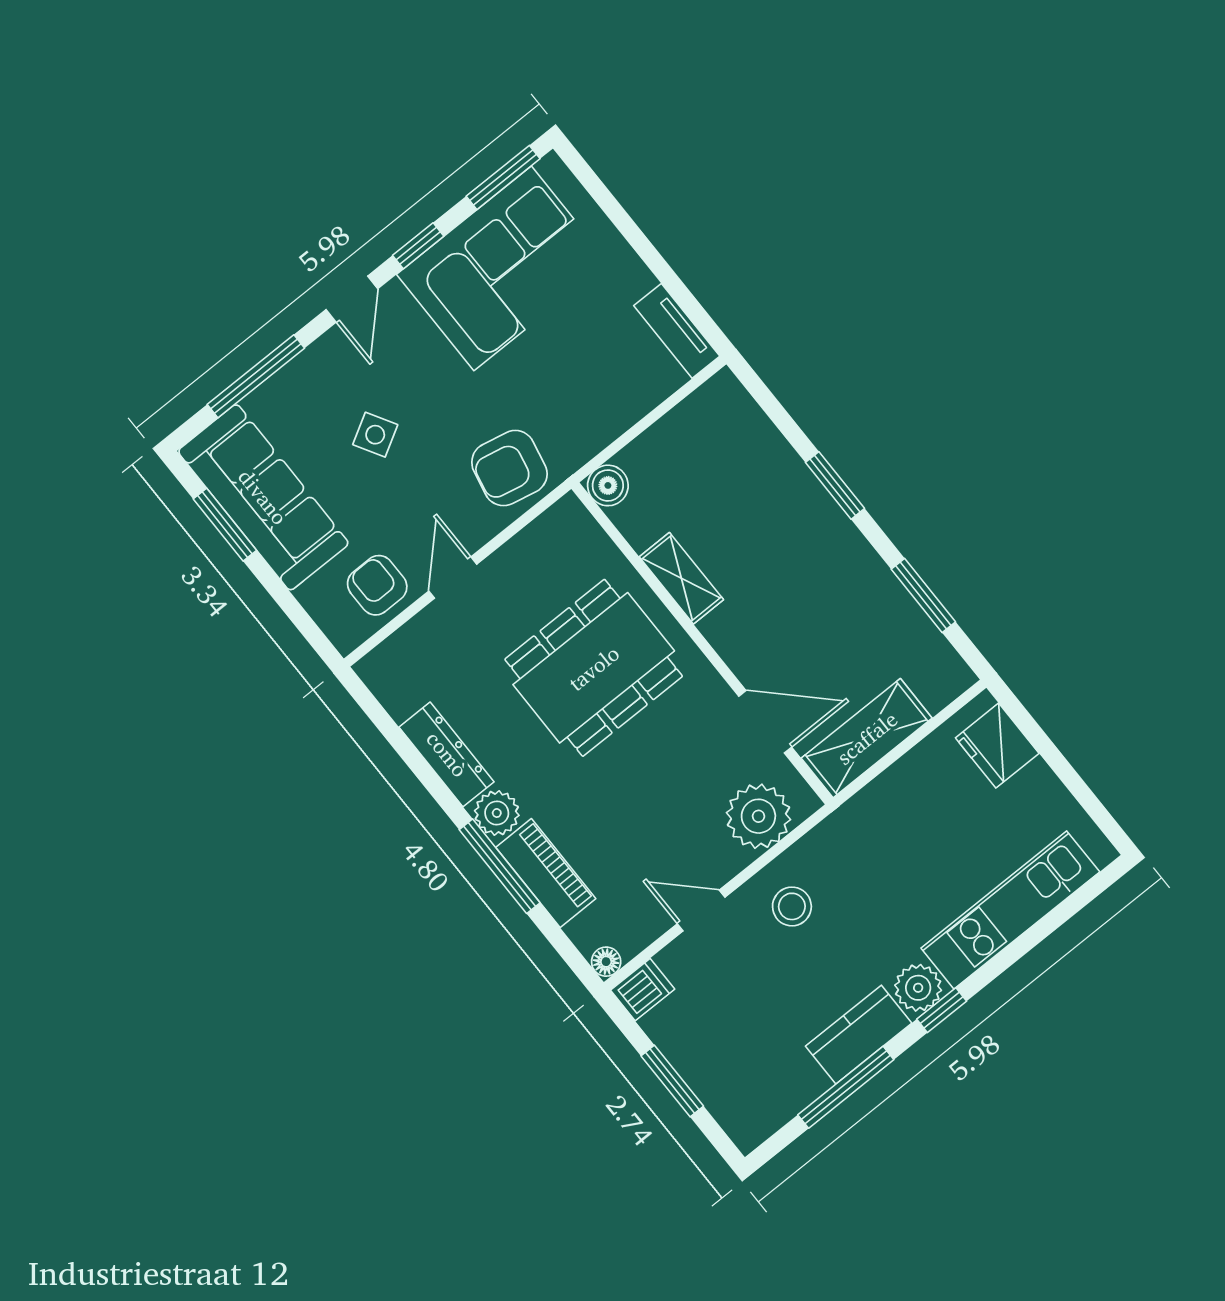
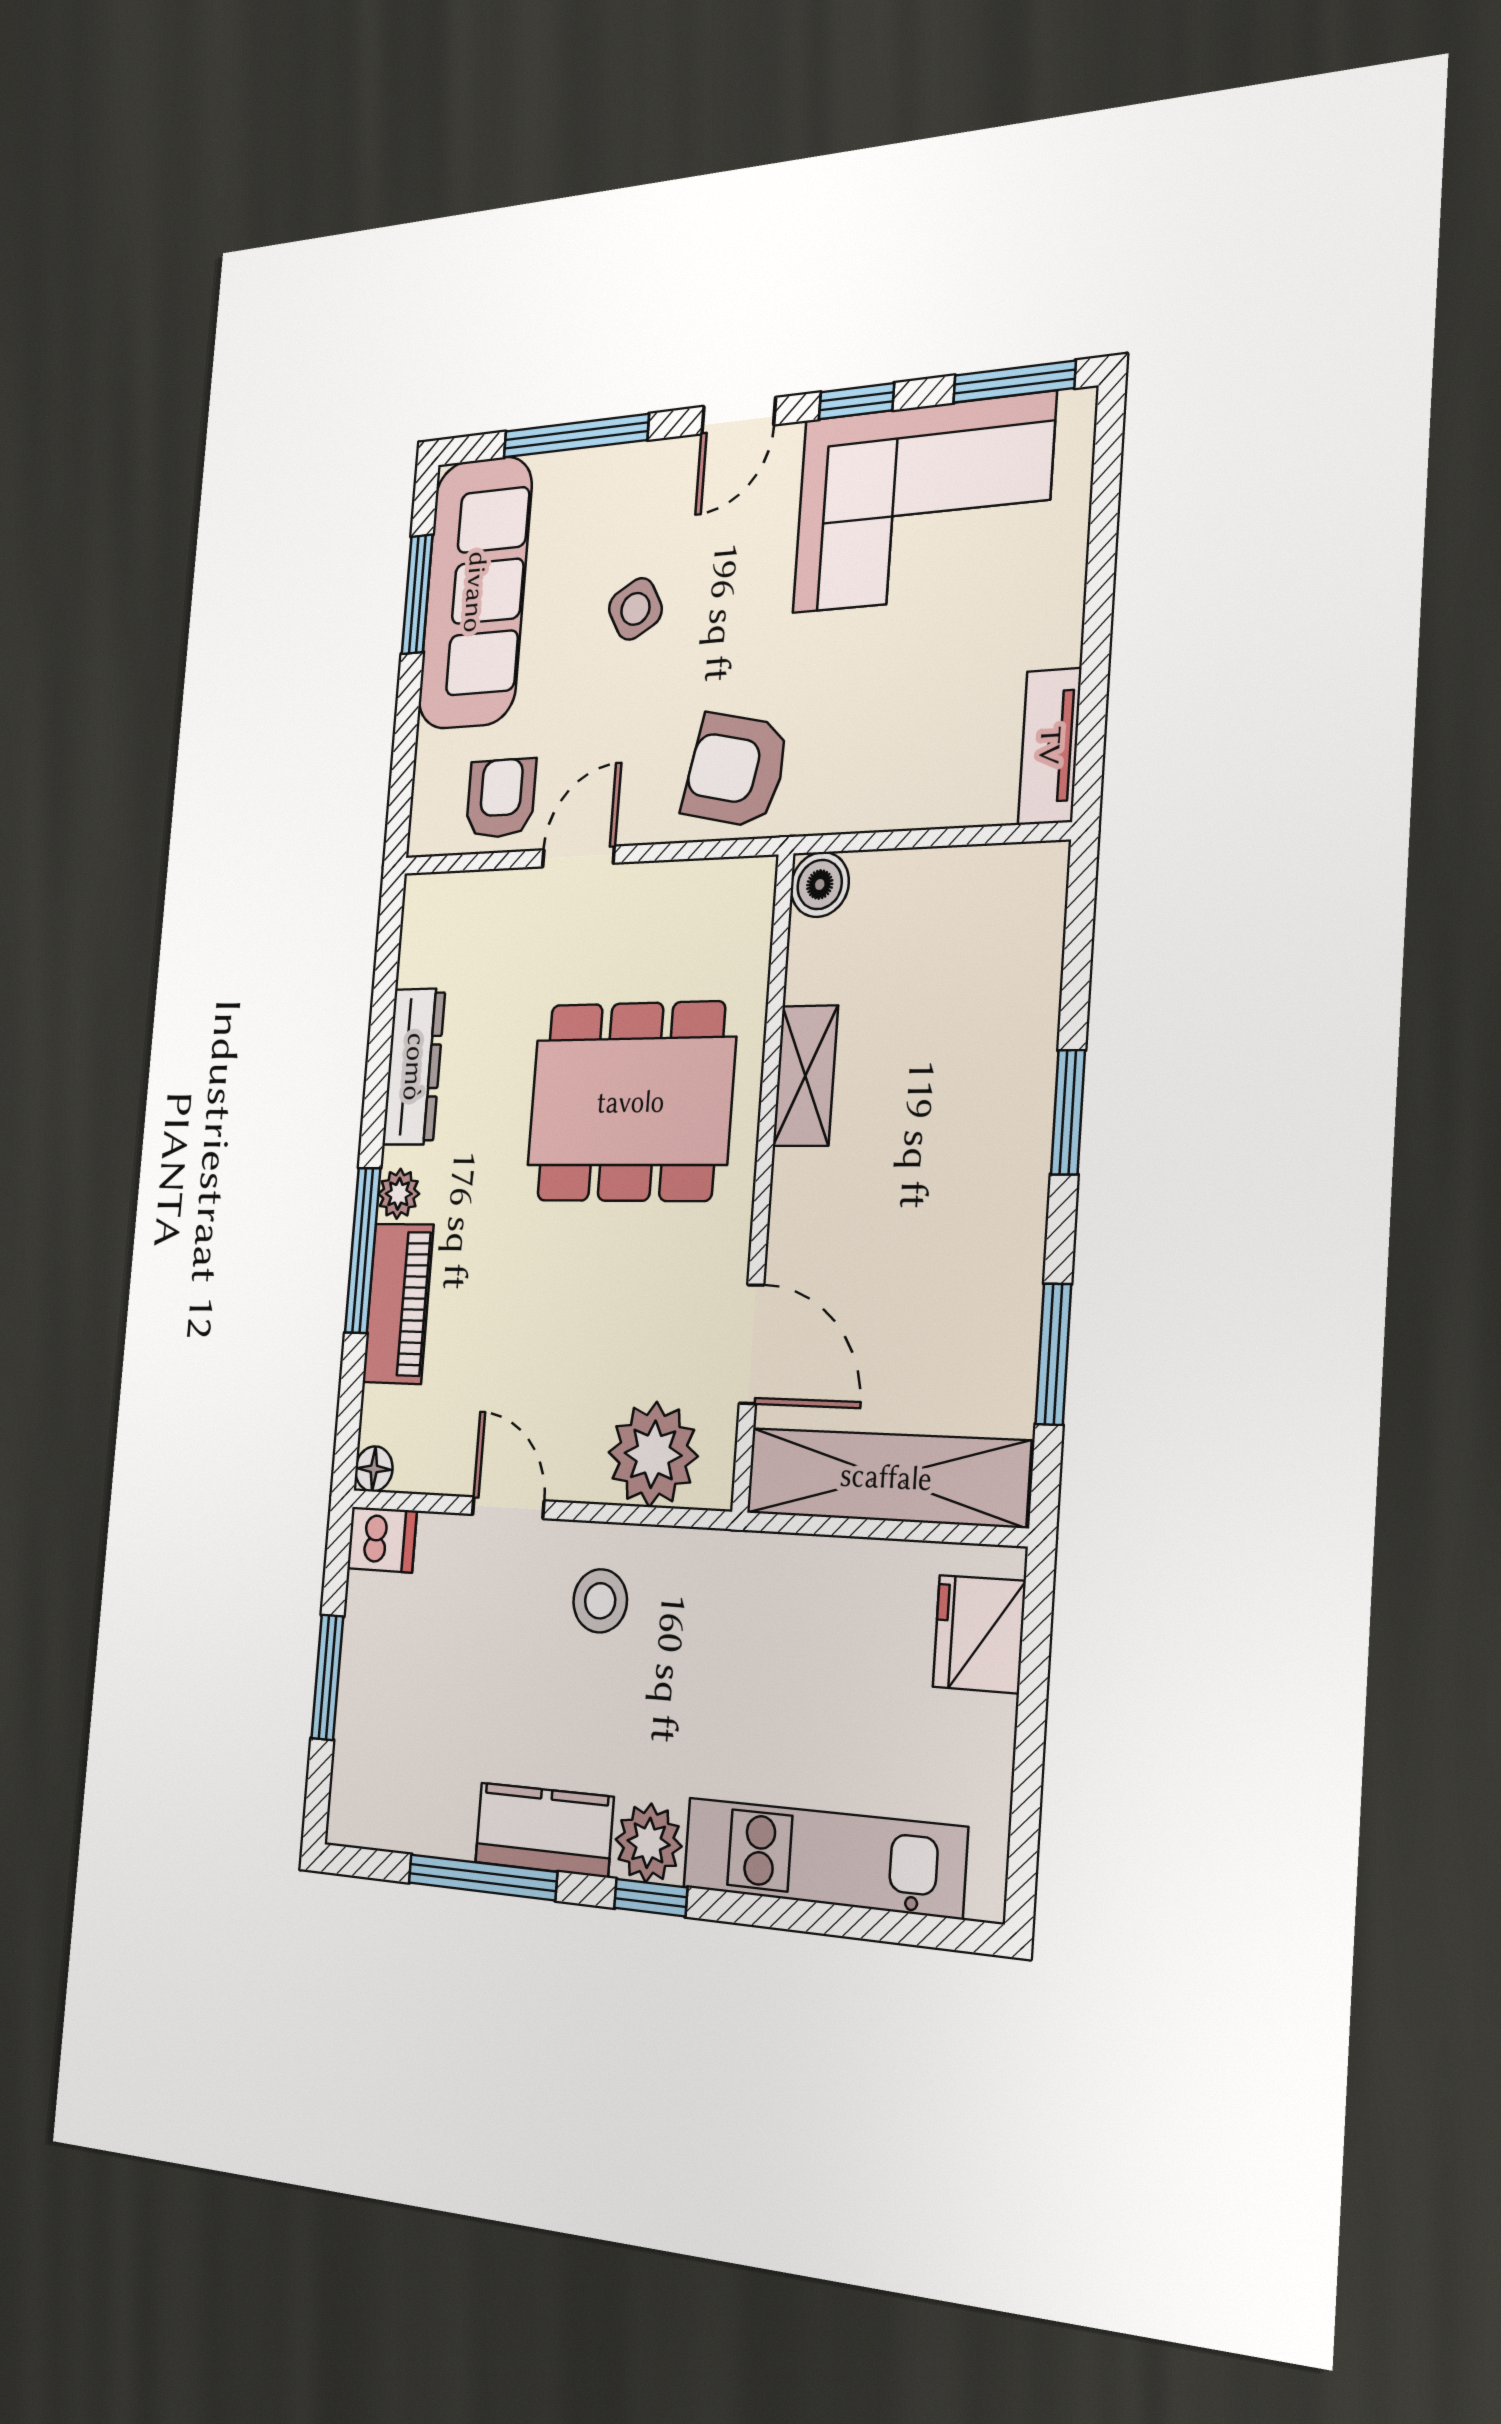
shelving: (867, 738) -> (886, 1477), width x1.47
plant: (497, 813) -> (399, 1194), width x0.73, depth x0.73

